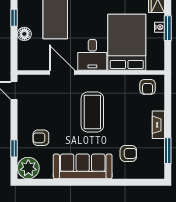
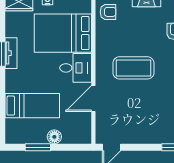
window: (14, 18) -> (38, 147), width x1.50
armchair: (41, 138) -> (160, 120), removed

